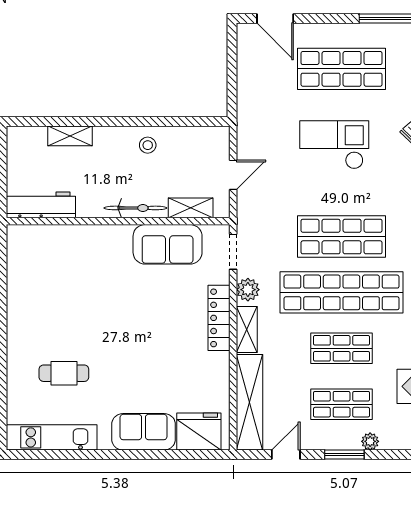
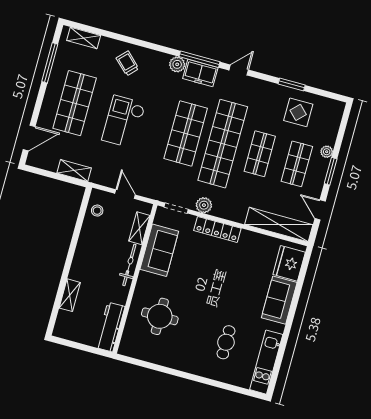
stool: (148, 145) -> (97, 211), moved
round table: (75, 270) -> (160, 316), added
shelving: (247, 329) -> (74, 170), moved

